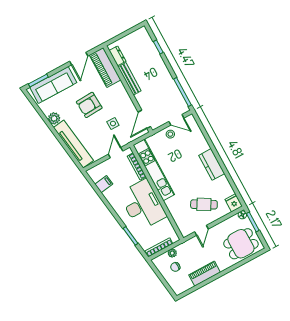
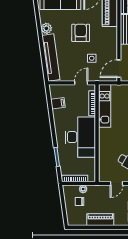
armchair: (89, 105) -> (81, 33), turned 93
kitchen unit: (154, 170) -> (105, 106), width x0.73

